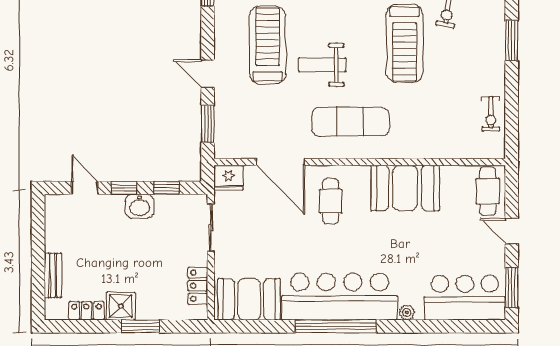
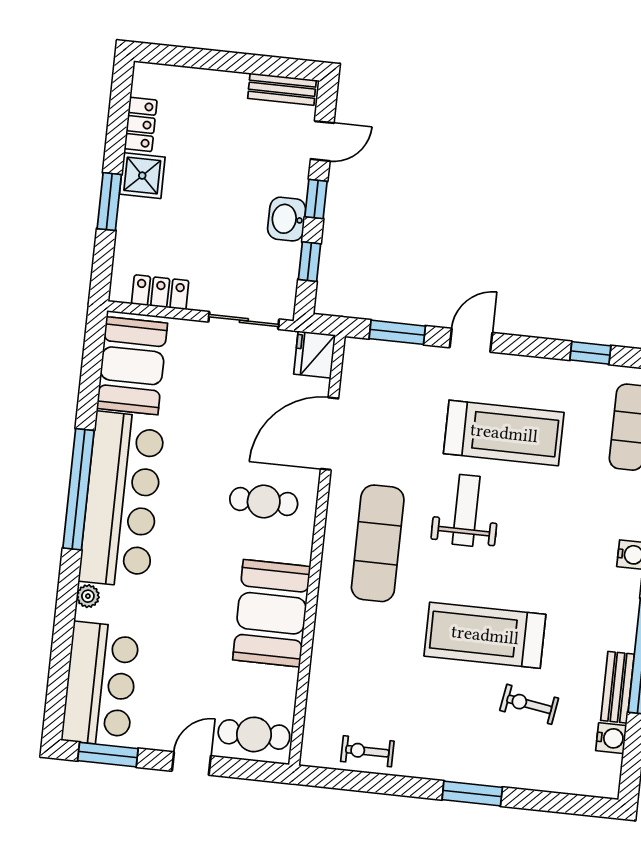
bench: (53, 275) -> (282, 89), moved

